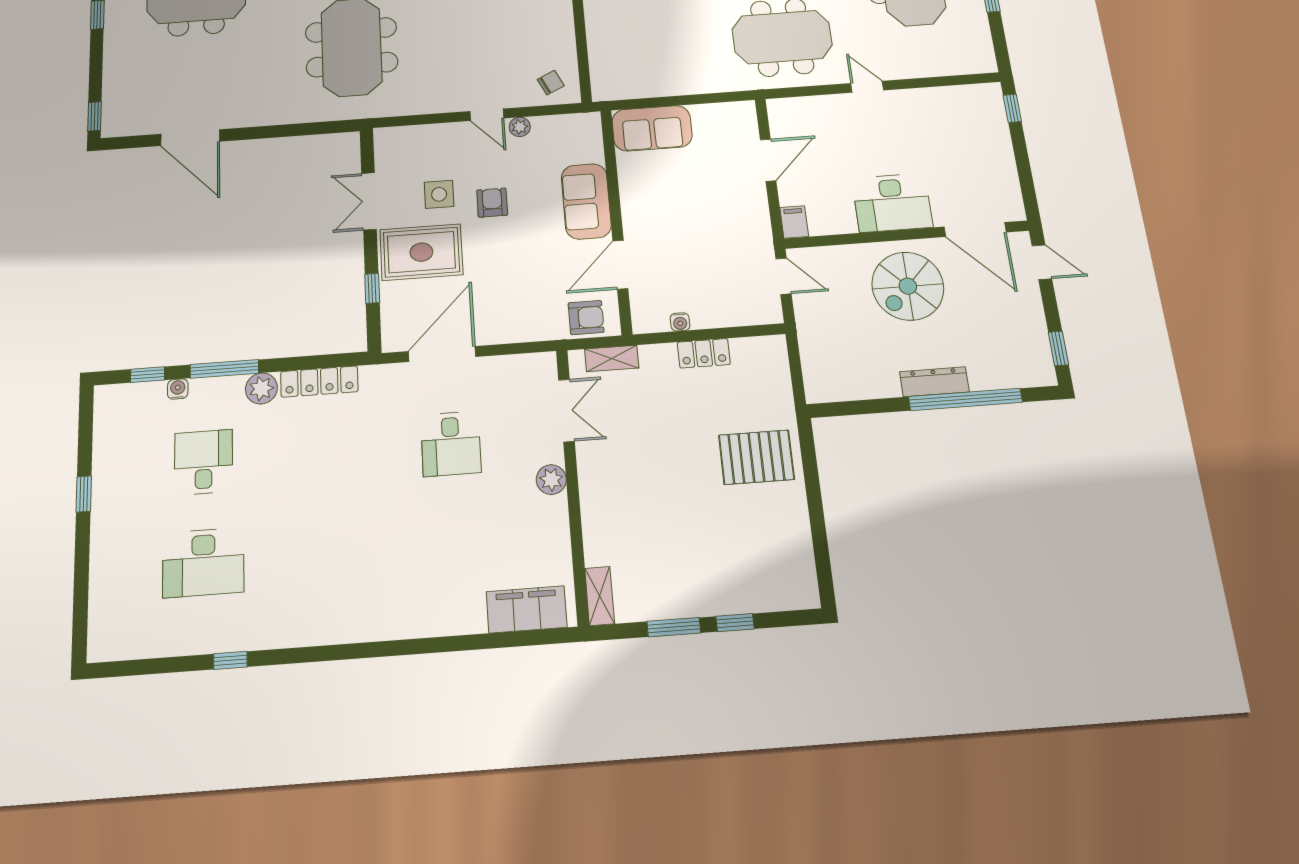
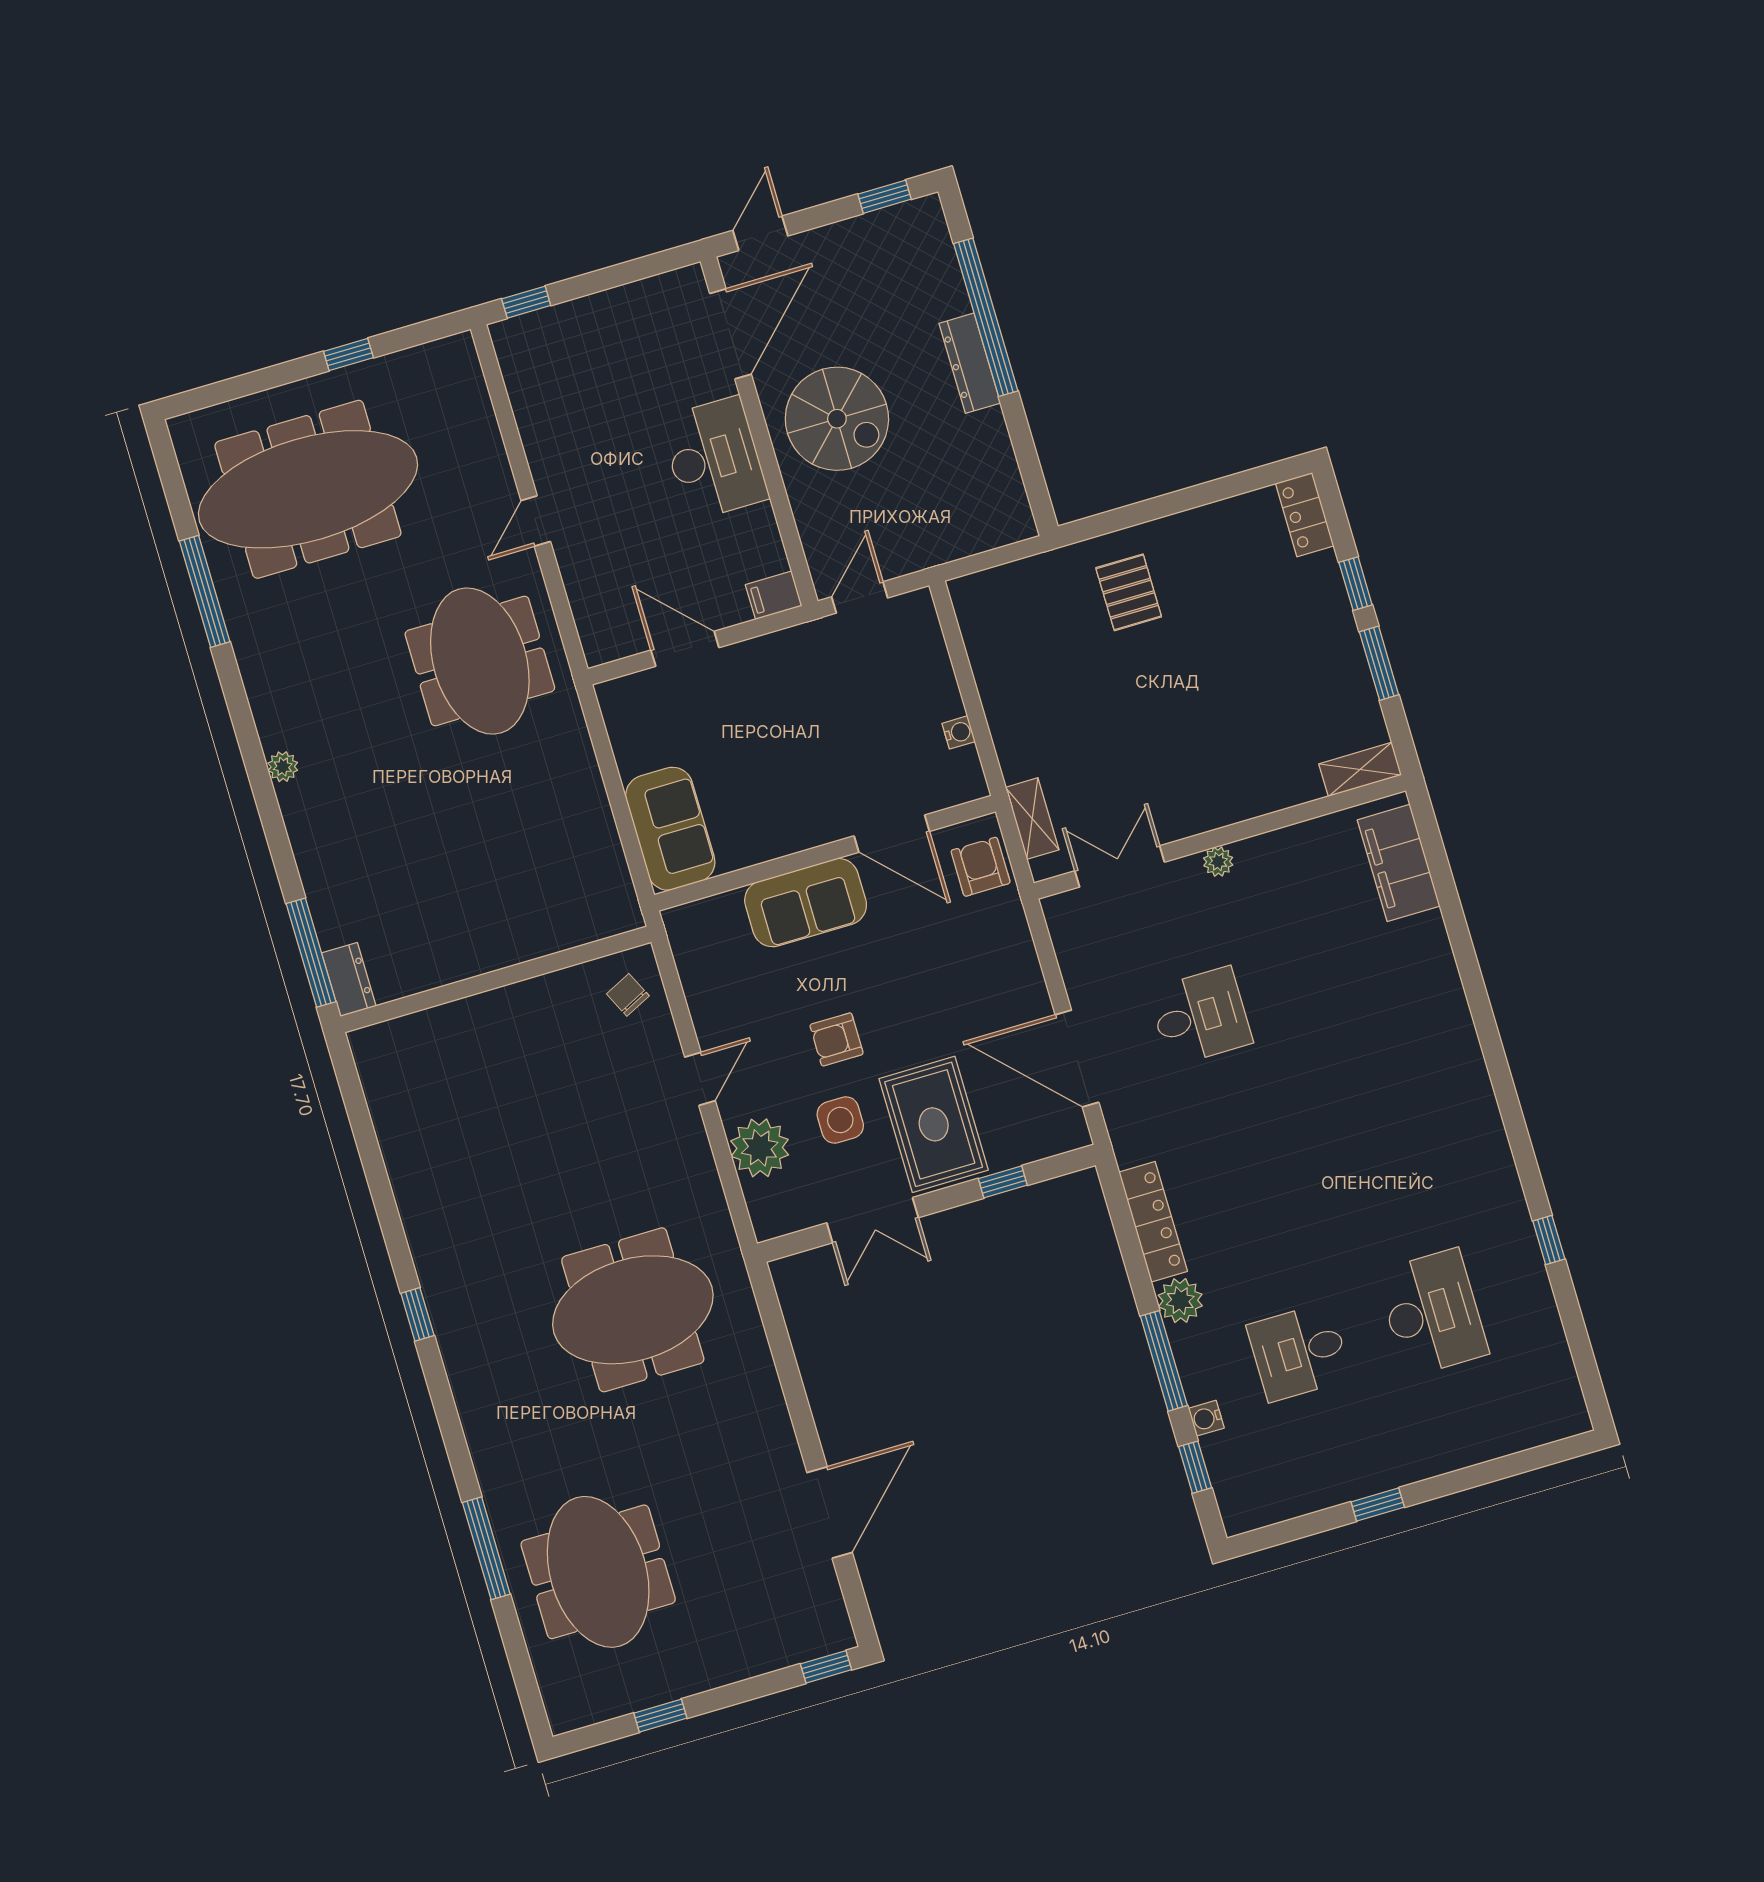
plant: (520, 127) -> (760, 1148), moved, width x1.88, depth x1.88
locker: (704, 353) -> (1305, 515), moved, turned 180
pallet: (756, 457) -> (1129, 592), width x0.67, depth x0.71
plant: (551, 480) -> (1218, 862), width x0.73, depth x0.73

